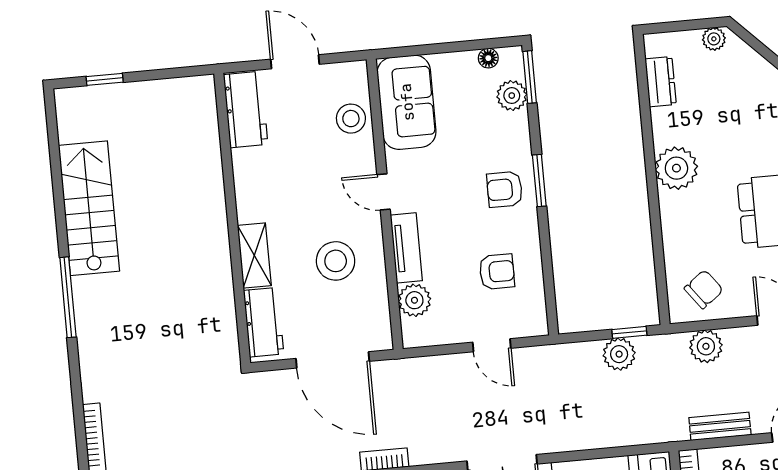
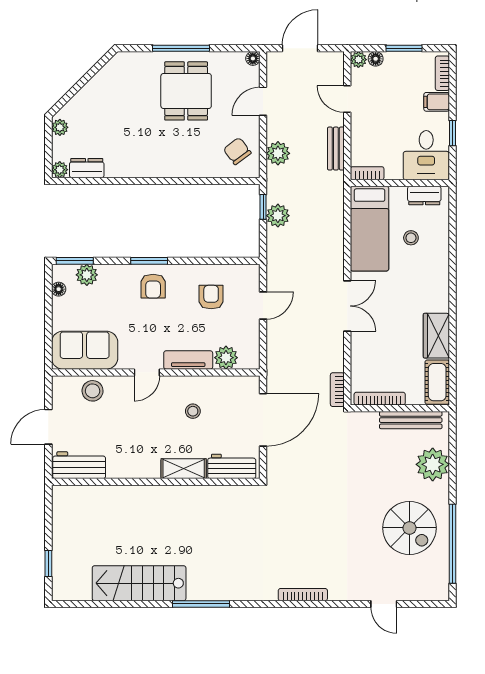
plant: (676, 168) -> (60, 170), moved, width x0.53, depth x0.53
stool: (336, 261) -> (193, 411), width x0.53, depth x0.53

